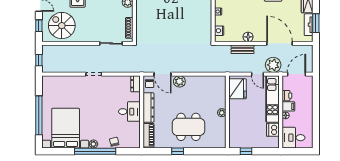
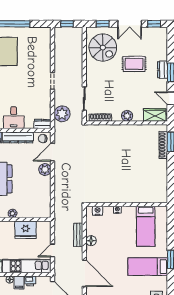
spiral stairs: (62, 26) -> (103, 48), turned 90
door: (279, 43) -> (84, 273), hinge flipped
plant: (273, 65) -> (62, 114), moved
fridge: (238, 89) -> (26, 230), moved

